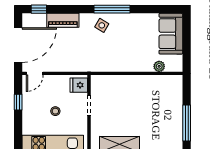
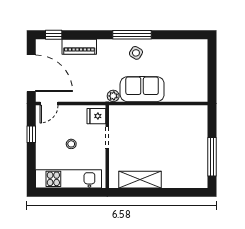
side table: (102, 25) -> (136, 53), moved
sofa: (171, 34) -> (142, 89), moved, turned 90
door: (18, 45) -> (31, 73), hinge flipped
plant: (159, 66) -> (113, 96), moved

